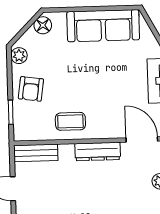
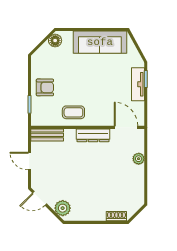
plant: (19, 56) -> (37, 62), removed
armchair: (31, 89) -> (45, 87), turned -98

